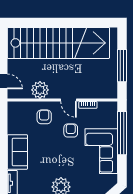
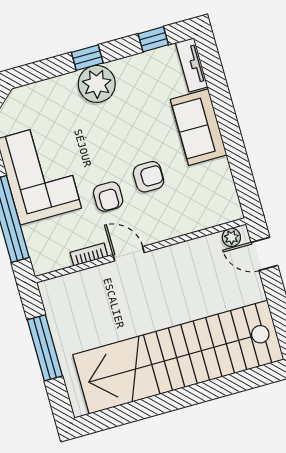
plant: (40, 90) -> (231, 237), moved, width x0.53, depth x0.53
armchair: (44, 117) -> (149, 177), moved, turned -90

